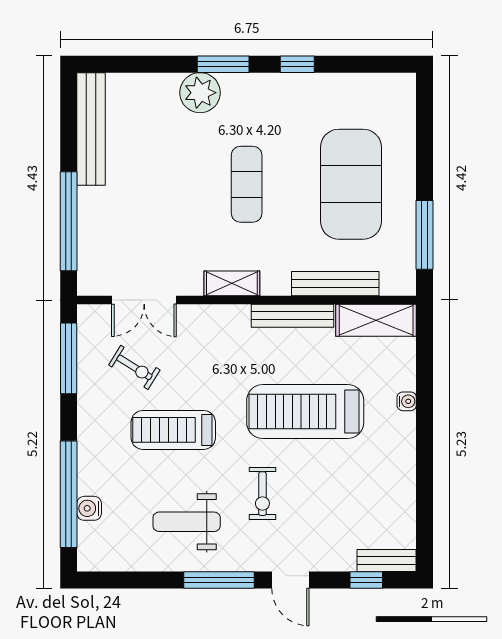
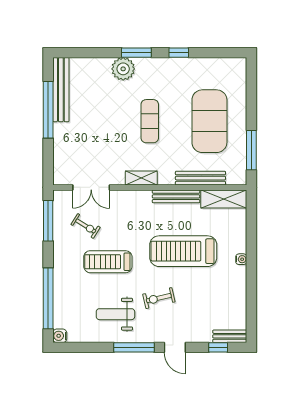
window: (69, 221) -> (48, 110), moved
water cooler: (407, 401) -> (241, 259), moved
exercise bike: (262, 494) -> (159, 298), turned 77
water cooler: (89, 508) -> (60, 336), moved

